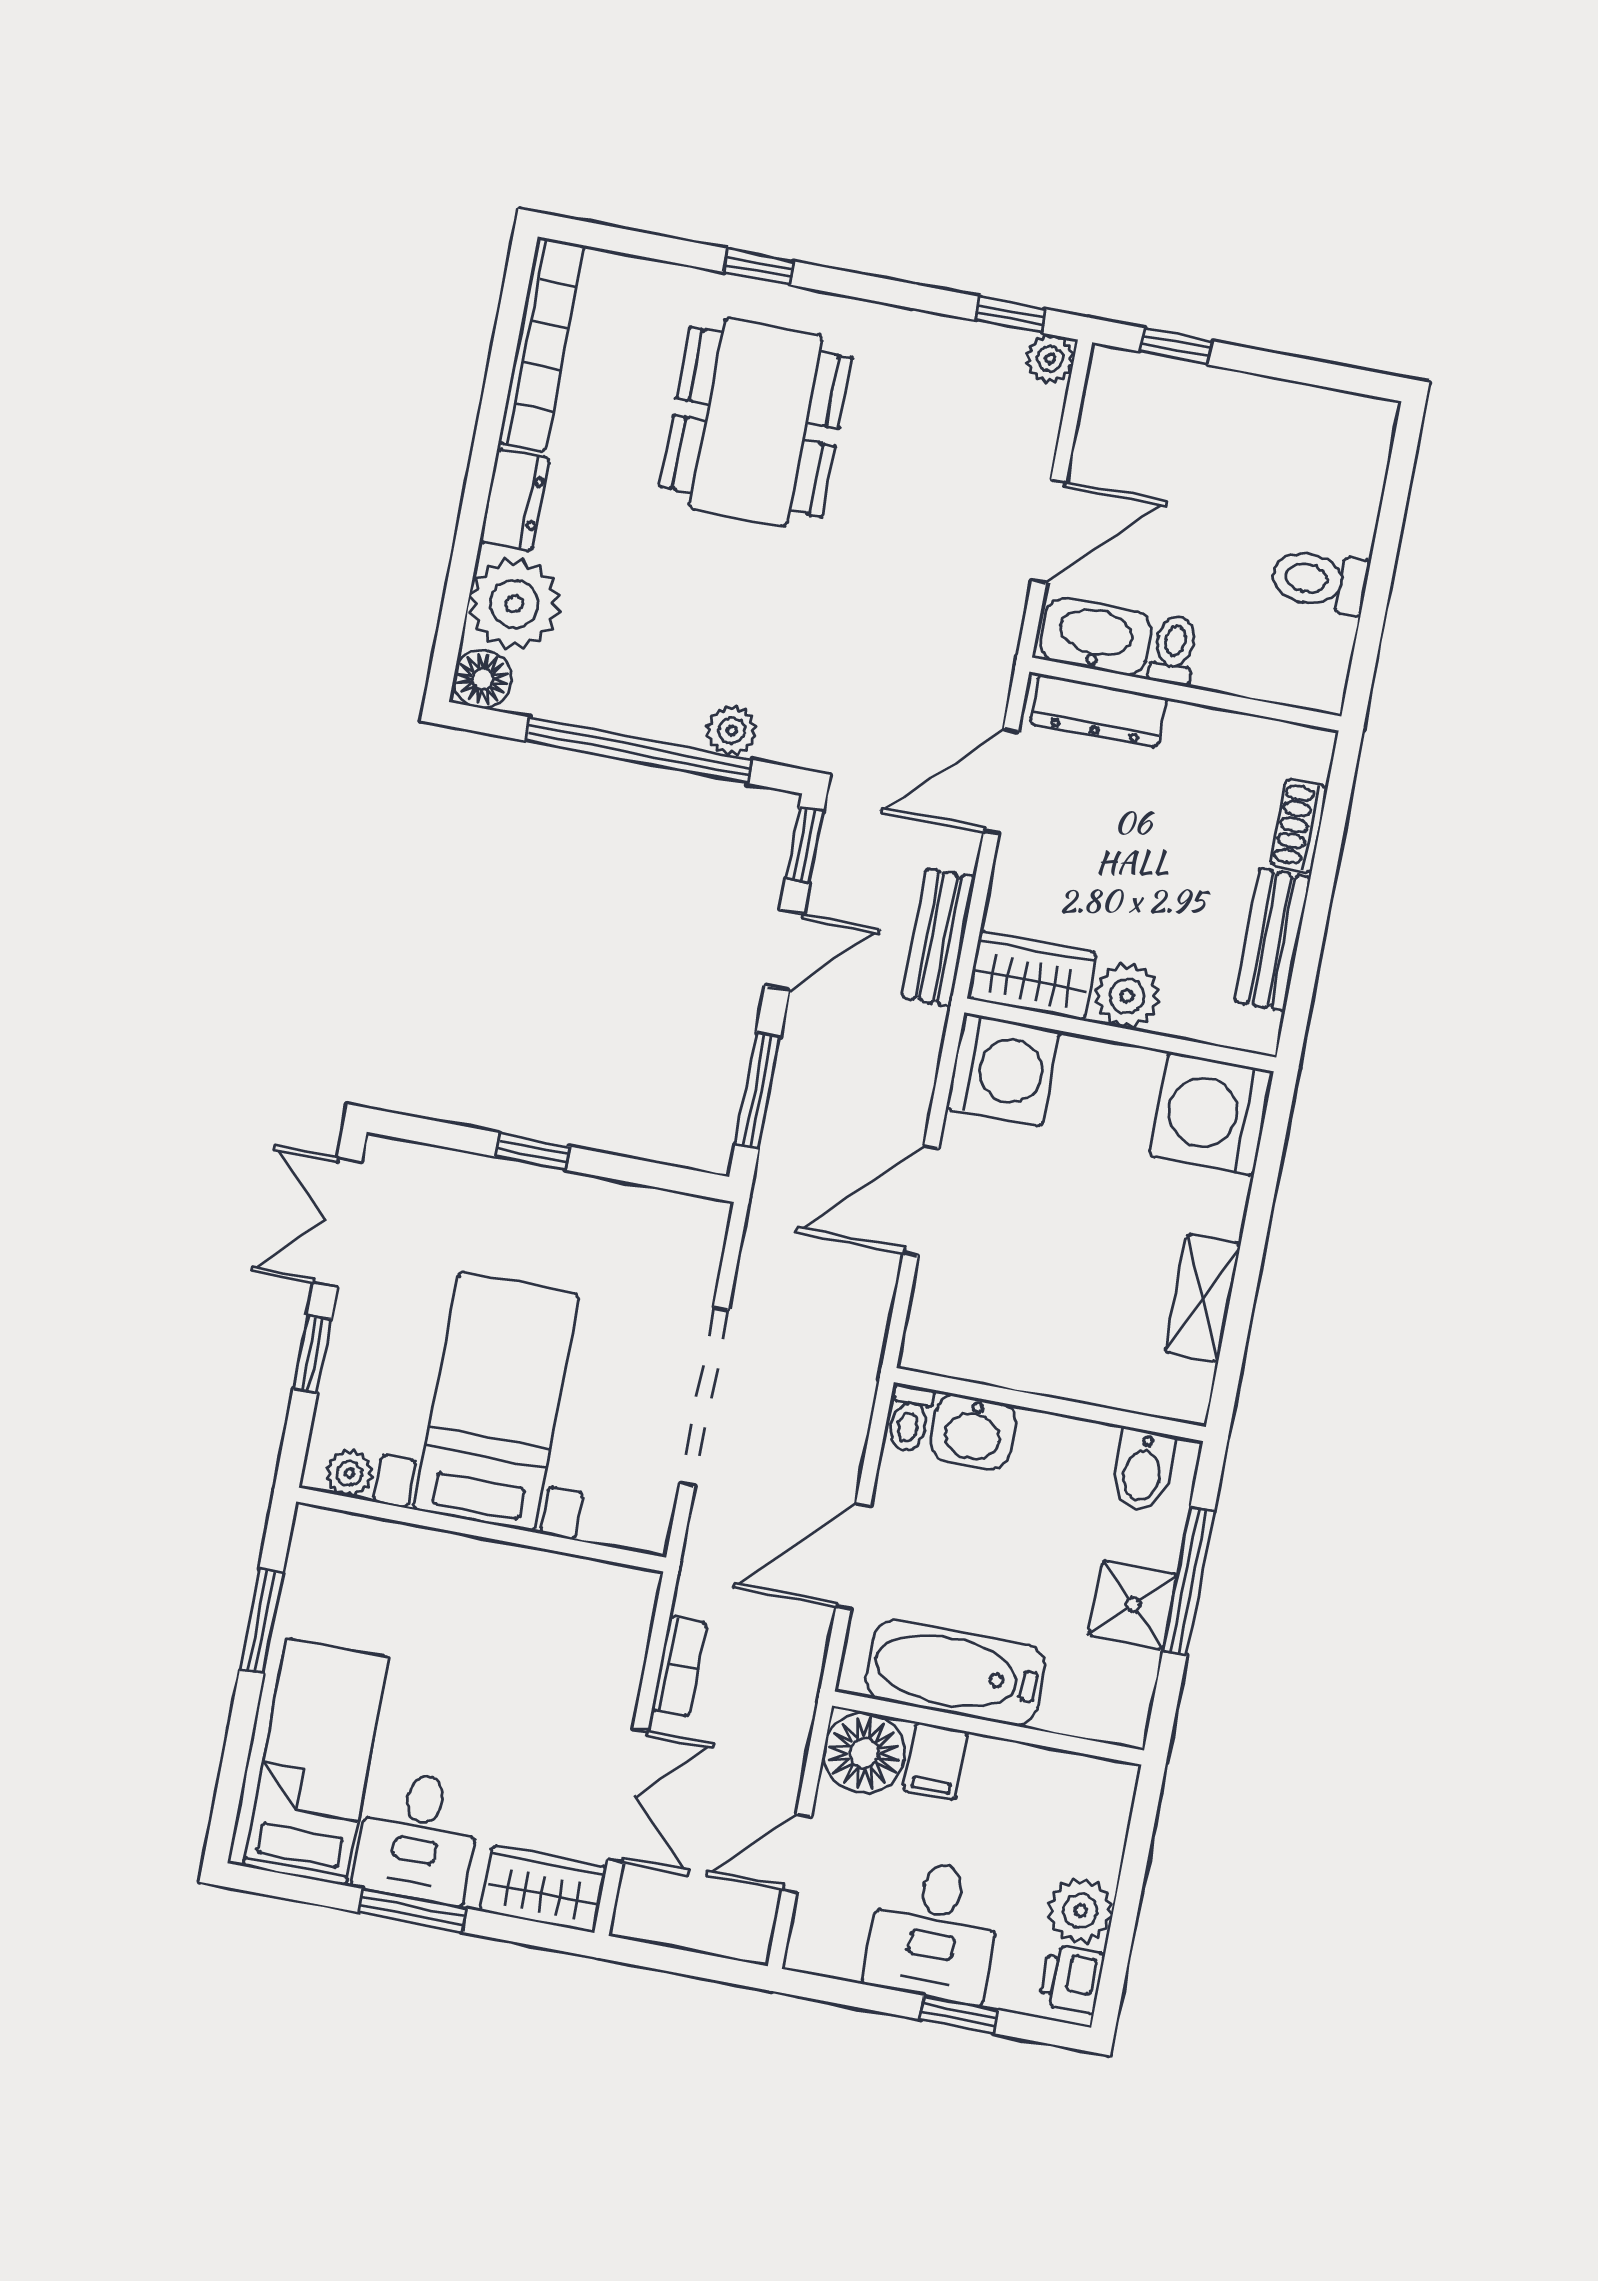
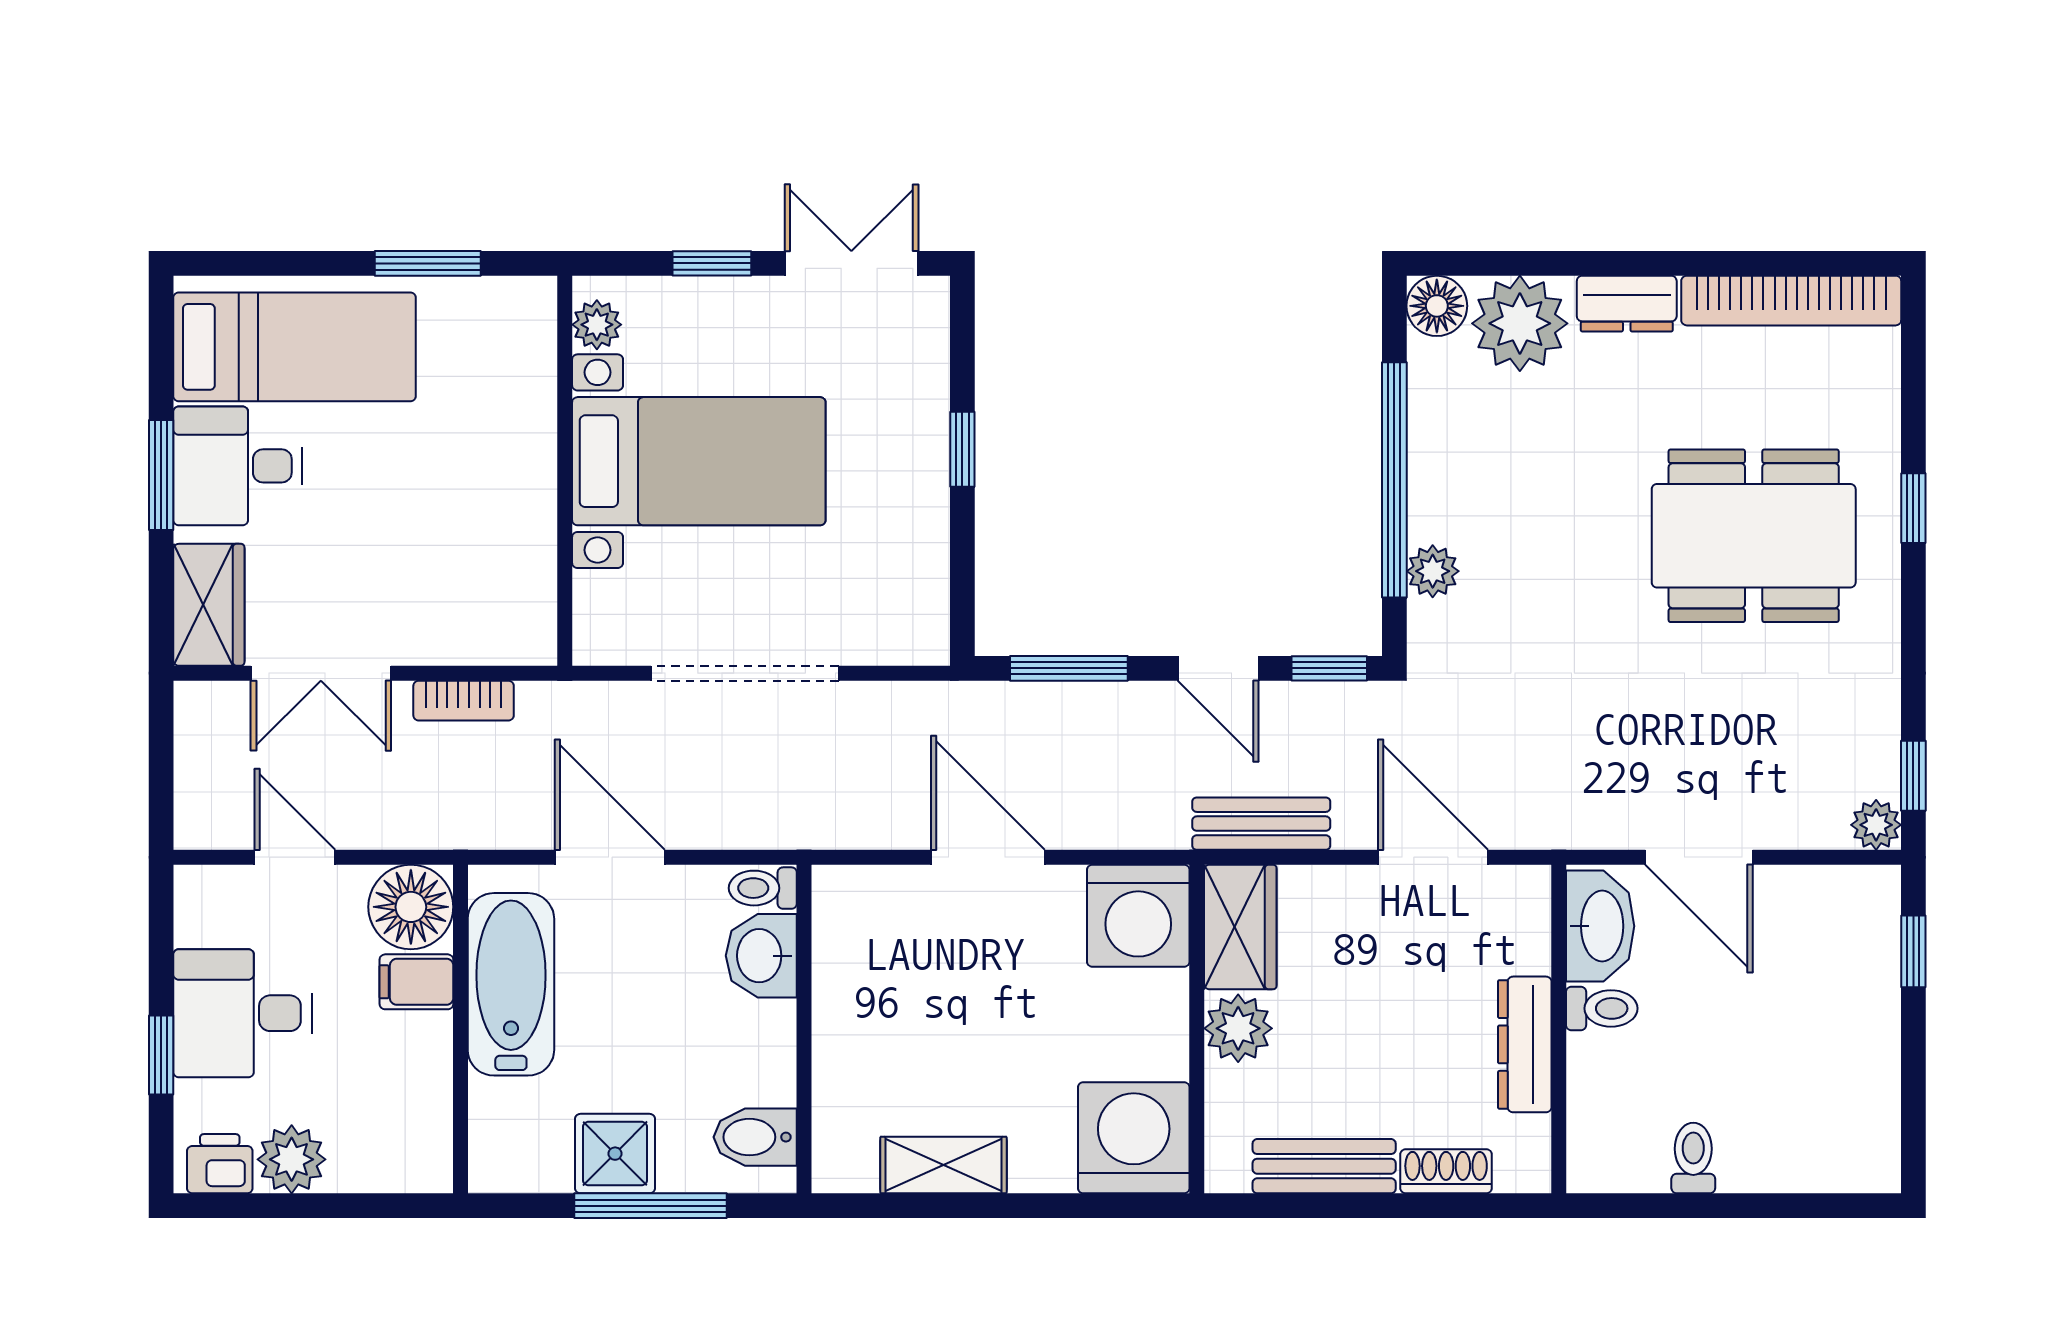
toilet: (1319, 580) -> (1693, 1158), width x0.73, depth x0.72
dresser: (1098, 711) -> (1525, 1044), moved

